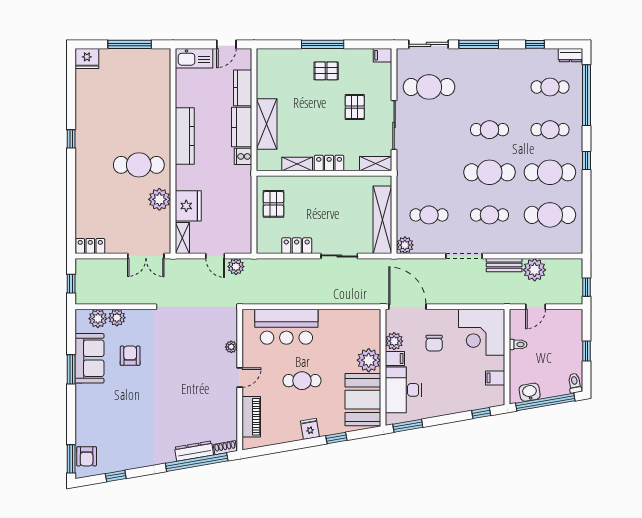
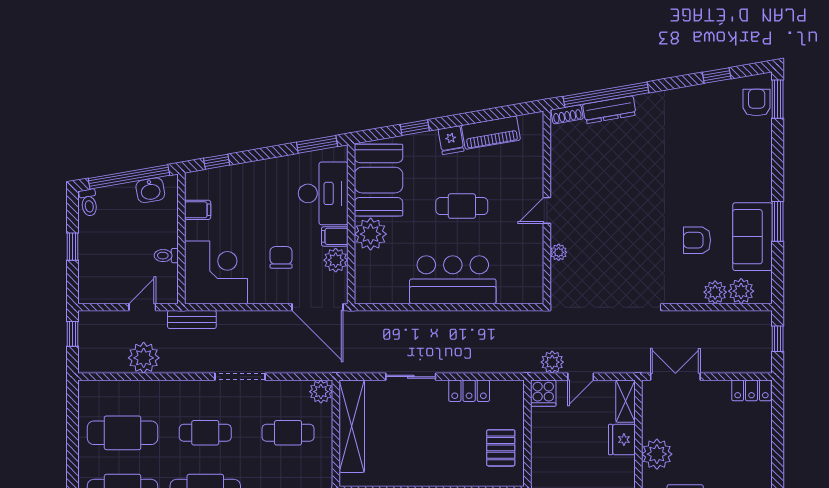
fridge: (188, 206) -> (622, 440), width x0.73, depth x0.75
cooker: (242, 244) -> (543, 393), added
door: (215, 256) -> (581, 377), swing flipped
bench: (504, 265) -> (192, 320), moved
bar counter: (286, 327) -> (453, 280), moved
armchair: (130, 356) -> (697, 240), turned 90
piano: (251, 417) -> (491, 133), moved, turned -100

